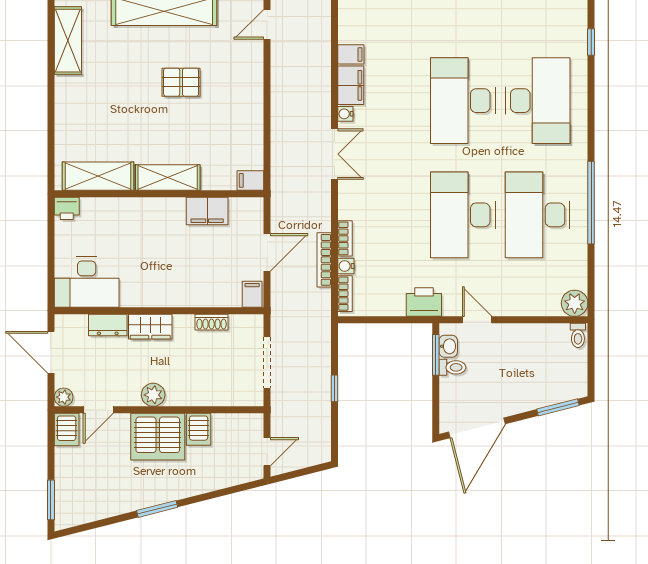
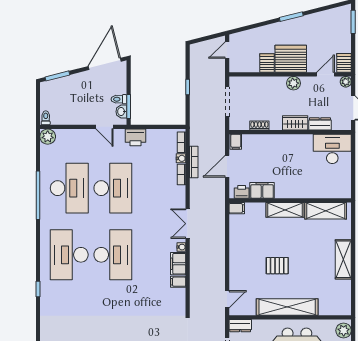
shelving: (68, 41) -> (343, 259), moved
printer: (67, 208) -> (242, 192), moved

